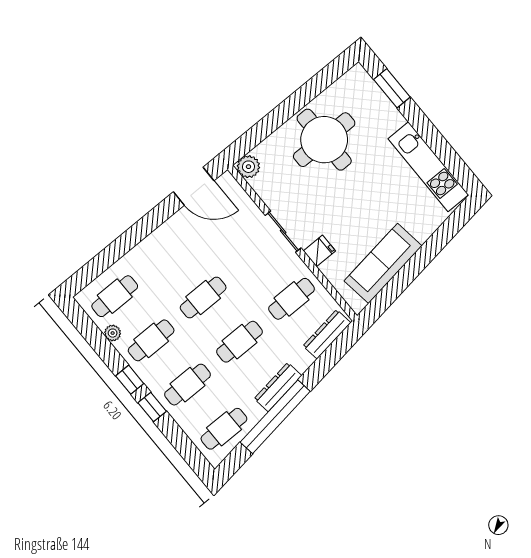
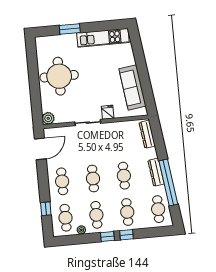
window: (392, 88) -> (70, 29), moved
window: (108, 257) -> (46, 209), added
cafe table: (292, 299) -> (62, 181), moved

